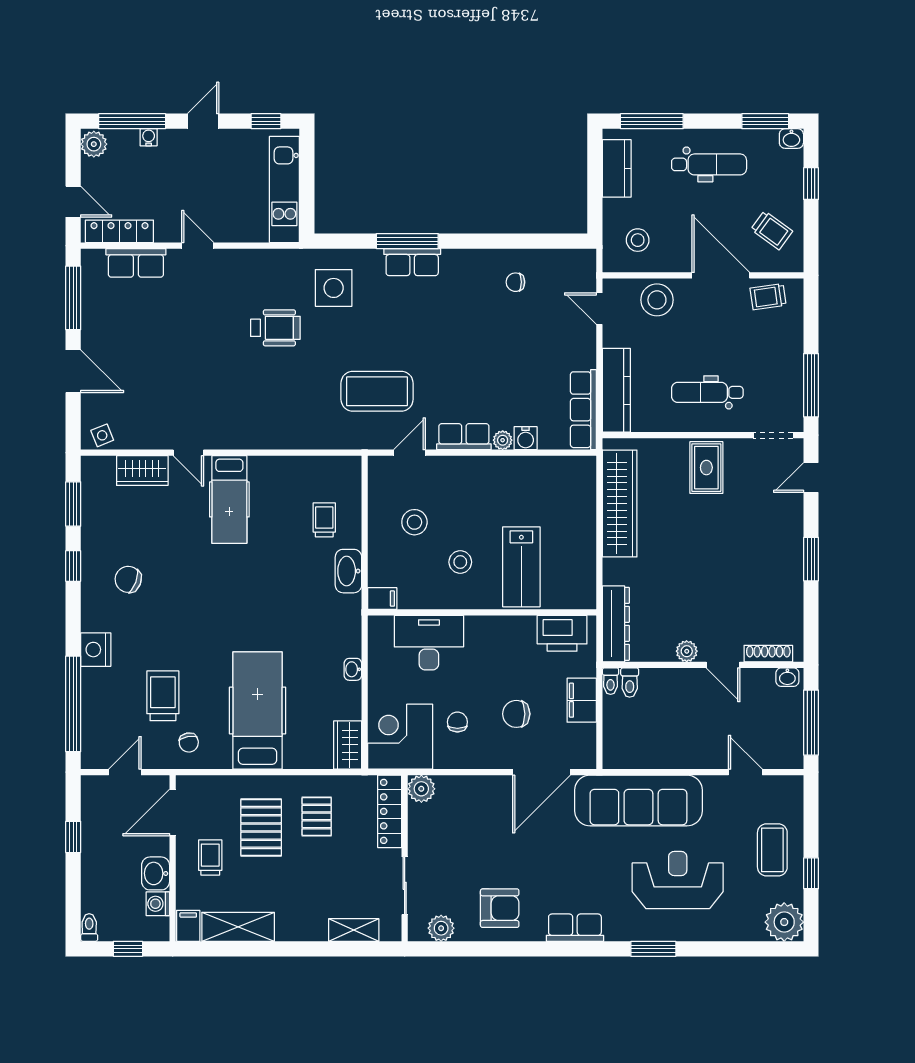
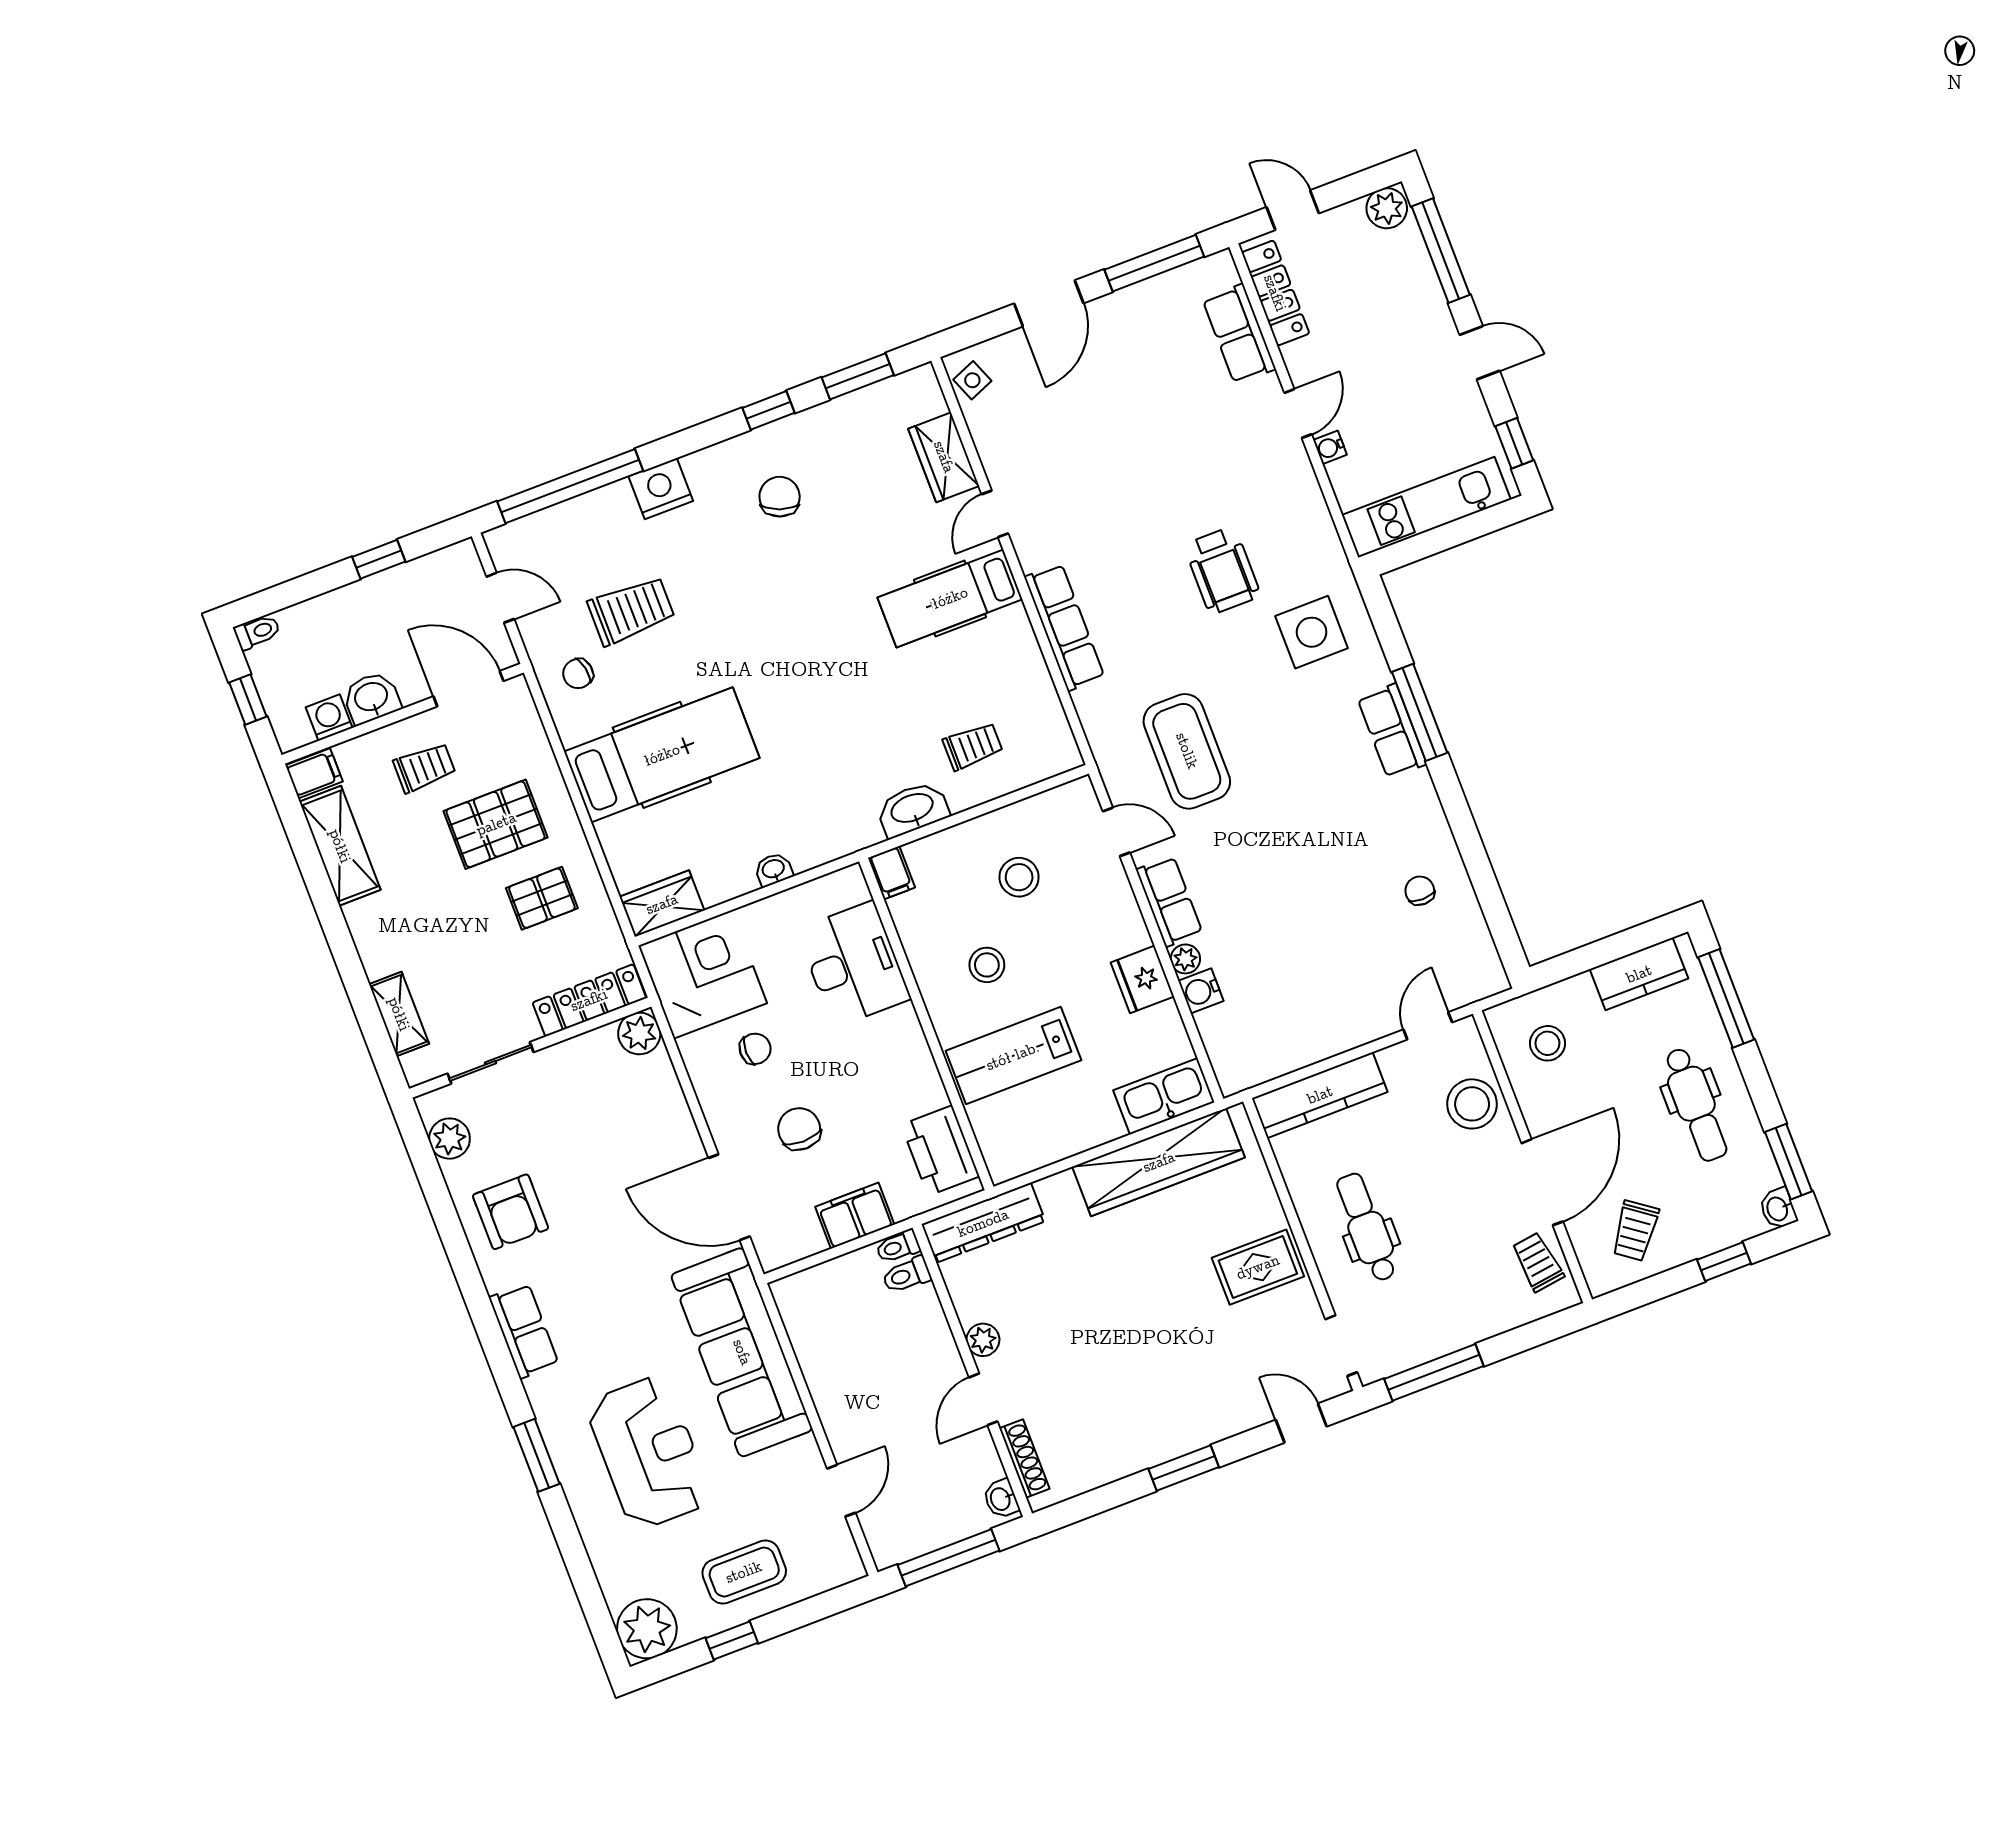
water cooler: (149, 137) -> (1330, 447), moved, turned 180
door: (73, 202) -> (1293, 210), swing flipped
row of seats: (583, 410) -> (1064, 627), moved, turned 90
fridge: (505, 471) -> (1142, 979), added
kitchen sink: (581, 485) -> (1164, 1096), added

